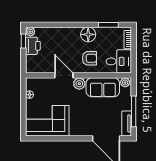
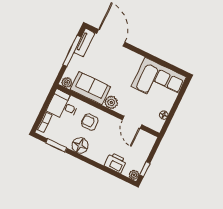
printer: (33, 46) -> (115, 163), moved, turned 90
door: (64, 75) -> (132, 122), moved

